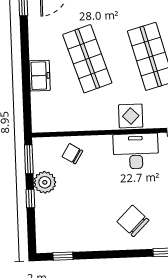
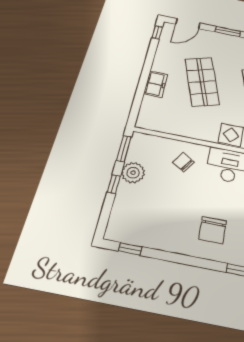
chair: (72, 154) -> (183, 162), moved
chair: (133, 221) -> (213, 230), turned -135

